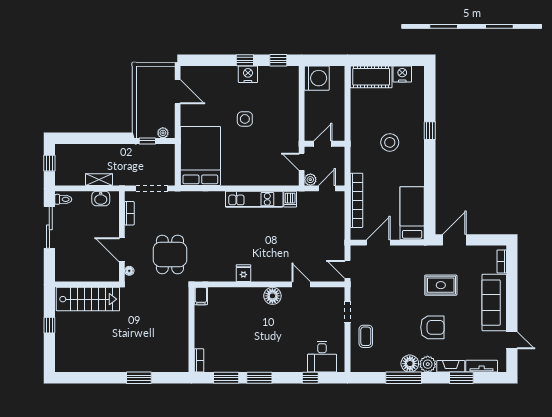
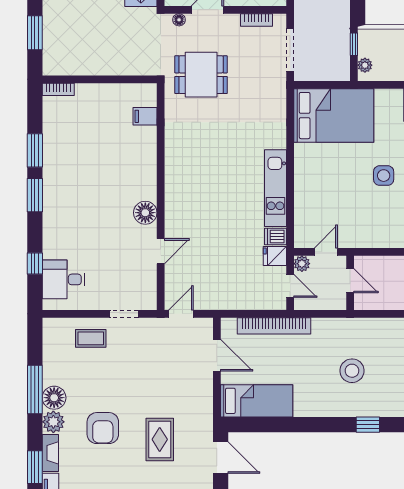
fridge: (243, 273) -> (275, 256), moved, turned 180
wall: (191, 330) -> (100, 79), moved
bookcase: (199, 360) -> (58, 89), moved

